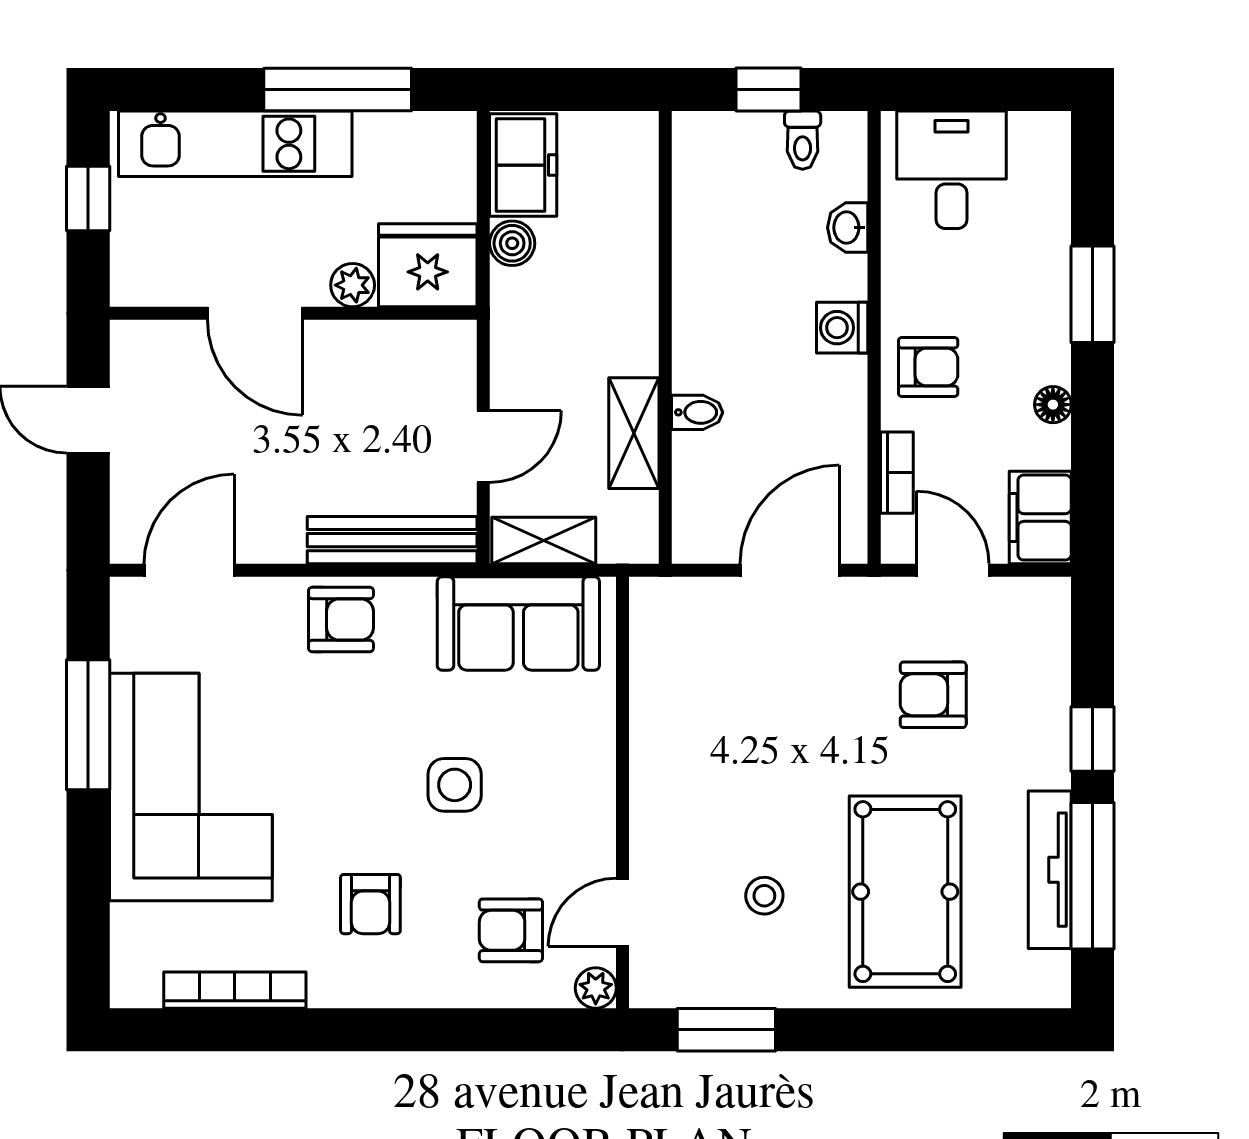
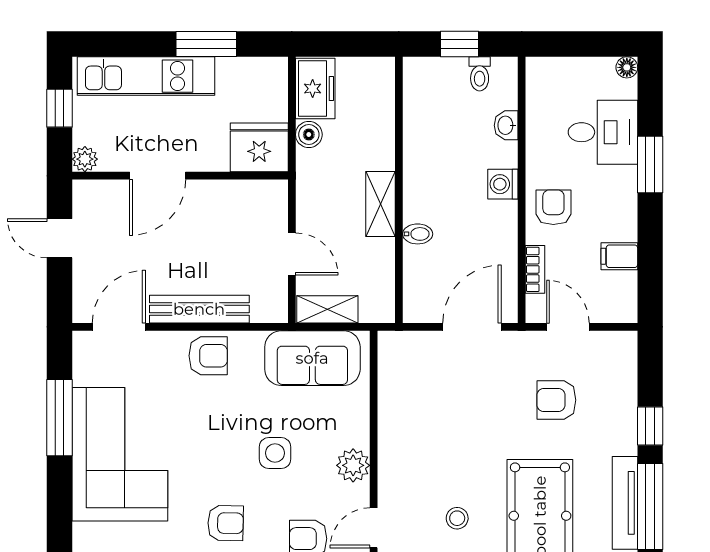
window: (338, 89) -> (206, 44), width x0.69
desk: (951, 170) -> (603, 132), moved, turned 90
plant: (353, 285) -> (85, 159), moved
door: (255, 313) -> (158, 176), hinge flipped
armchair: (928, 367) -> (553, 207), turned -90
floor lamp: (1053, 405) -> (627, 67), moved
shelving: (634, 433) -> (380, 204), moved
door: (483, 446) -> (292, 254), hinge flipped
filing cabinet: (1040, 518) -> (619, 256), moved, width x0.50
bench: (392, 540) -> (199, 309), moved
plant: (587, 806) -> (353, 465), added
armchair: (370, 904) -> (226, 523), turned -89

